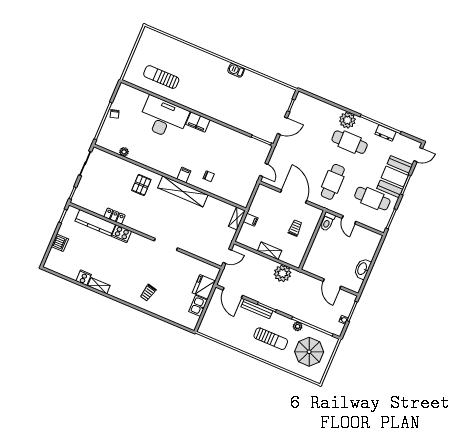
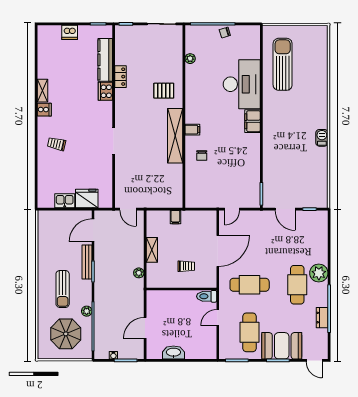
sun lounger: (161, 77) -> (283, 64), width x1.36, depth x1.34
shelving: (237, 218) -> (171, 203), removed
plant: (283, 273) -> (139, 273), width x0.53, depth x0.53
cooker: (84, 278) -> (44, 110), moved

